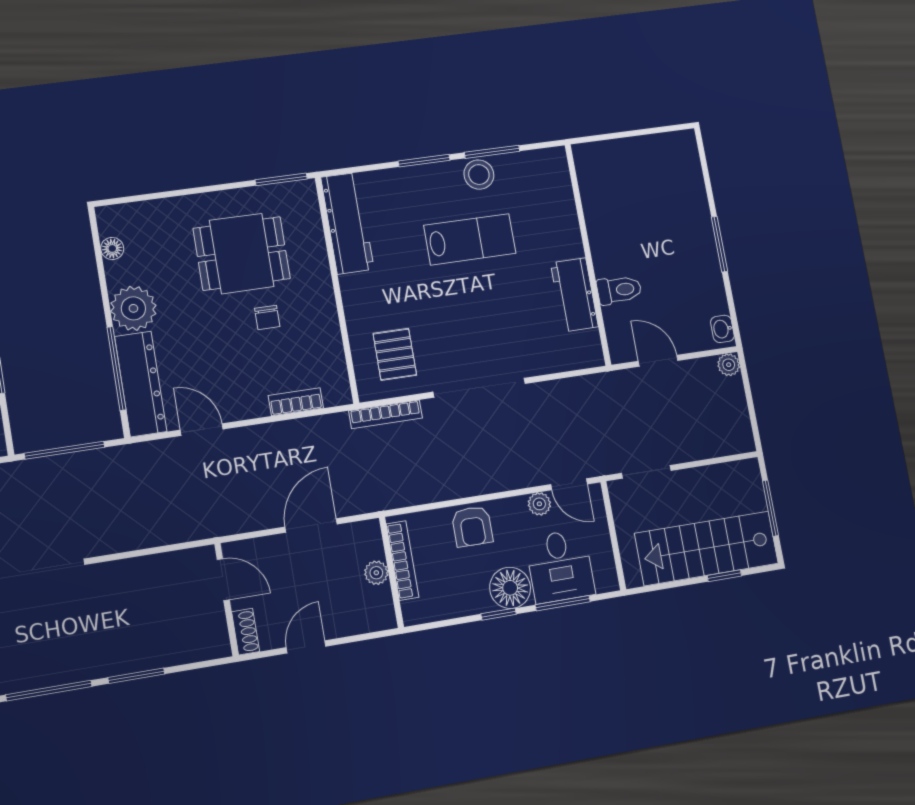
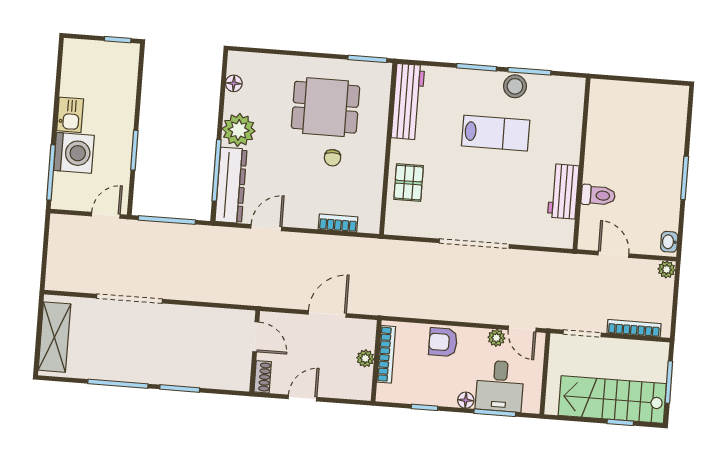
pallet: (395, 354) -> (409, 183), moved
bookcase: (386, 414) -> (634, 328), moved, turned 180
door: (202, 430) -> (266, 228), hinge flipped
armchair: (472, 526) -> (443, 342), turned 90
floor lamp: (510, 588) -> (466, 400), width x0.53, depth x0.53
window: (499, 614) -> (425, 407), moved

